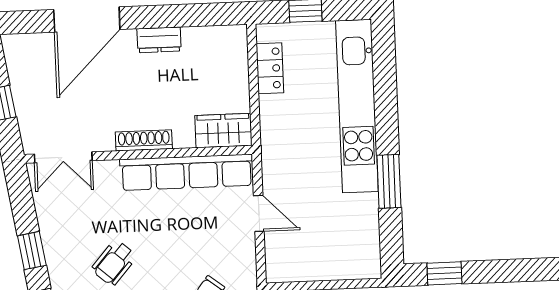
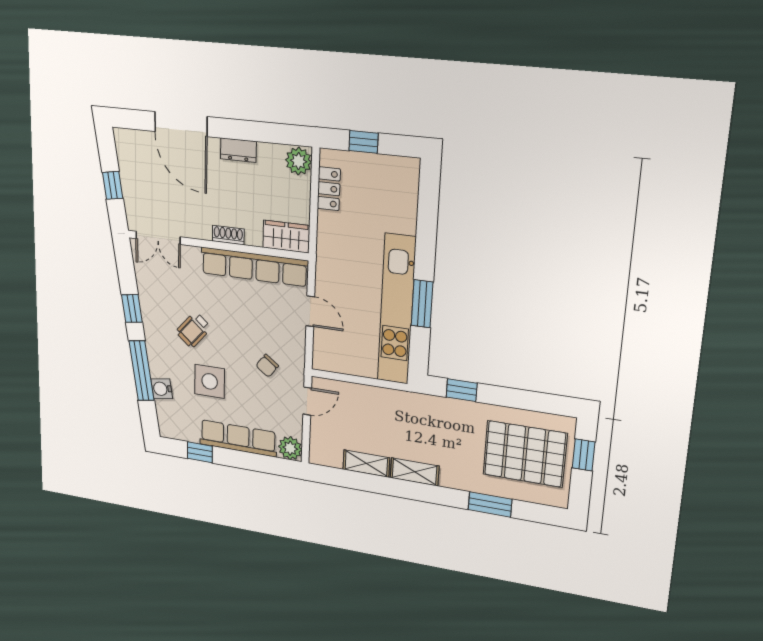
door: (87, 20) -> (181, 124), hinge flipped
plant: (232, 42) -> (299, 161), added
kitchen unit: (357, 106) -> (397, 309), moved
shoe rack: (144, 140) -> (228, 235), width x0.70

